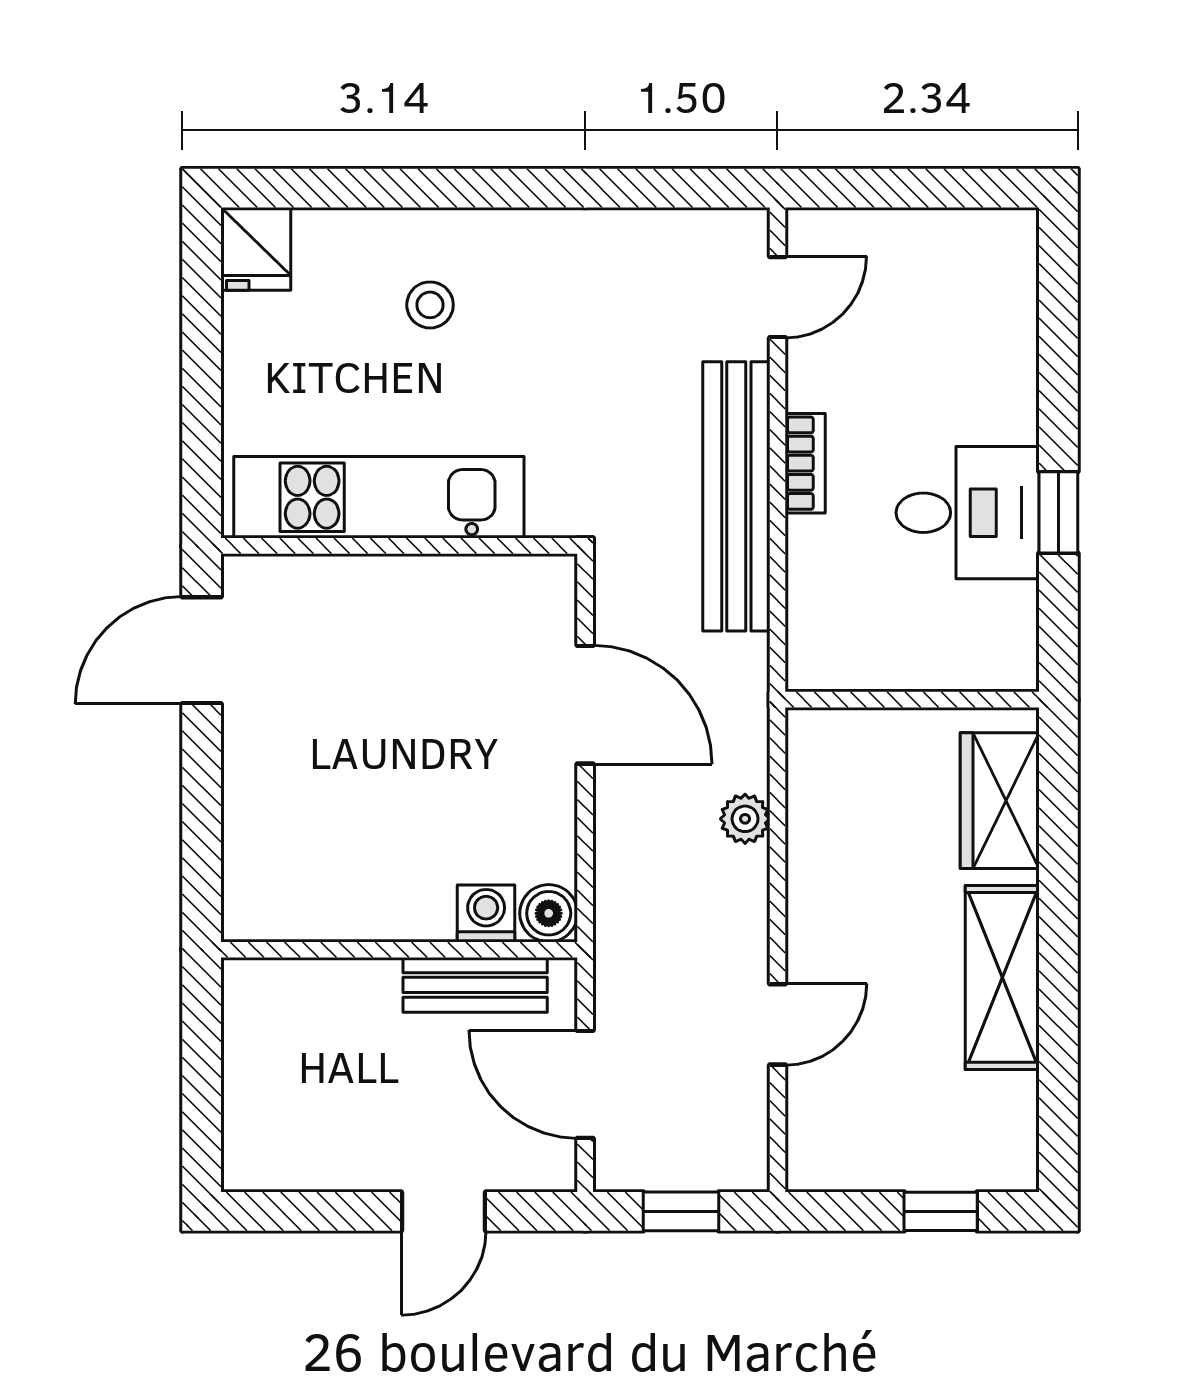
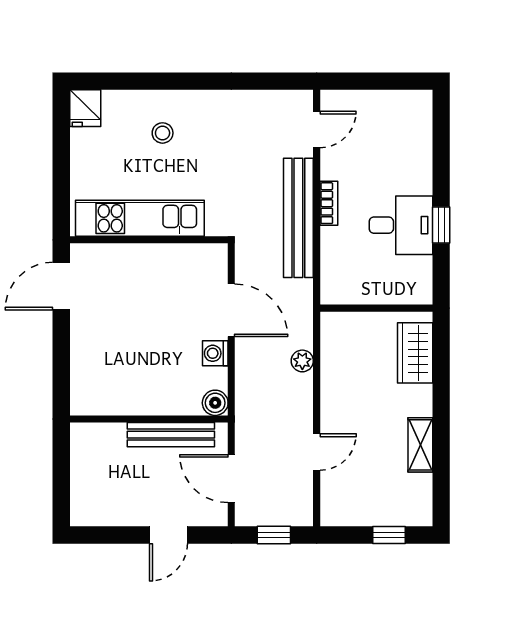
washing machine: (486, 913) -> (215, 353), moved, turned -90
shelving: (1002, 977) -> (420, 445), width x0.67, depth x0.75
bench: (475, 985) -> (171, 435), width x1.36

